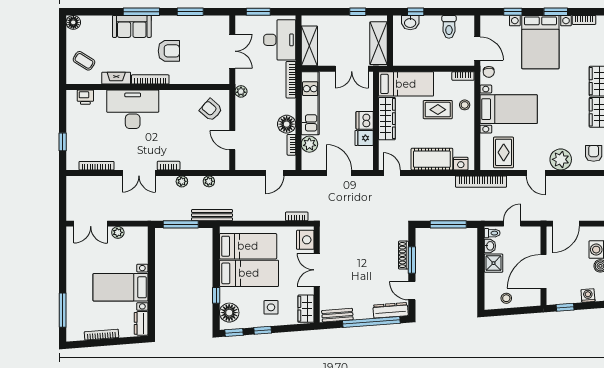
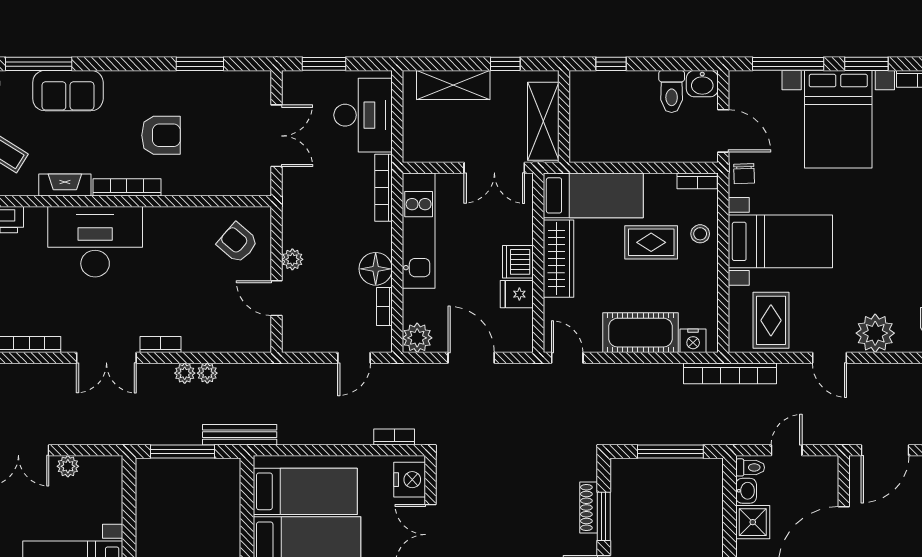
window: (141, 12) -> (39, 64), moved
window: (513, 12) -> (788, 64), width x2.17
washbasin: (410, 23) -> (702, 84), moved
sofa: (132, 26) -> (68, 91), moved
shelving: (309, 46) -> (453, 85), moved, turned 90
plant: (241, 91) -> (292, 259), moved
plant: (309, 144) -> (417, 338), moved
plant: (209, 181) -> (207, 373), moved

